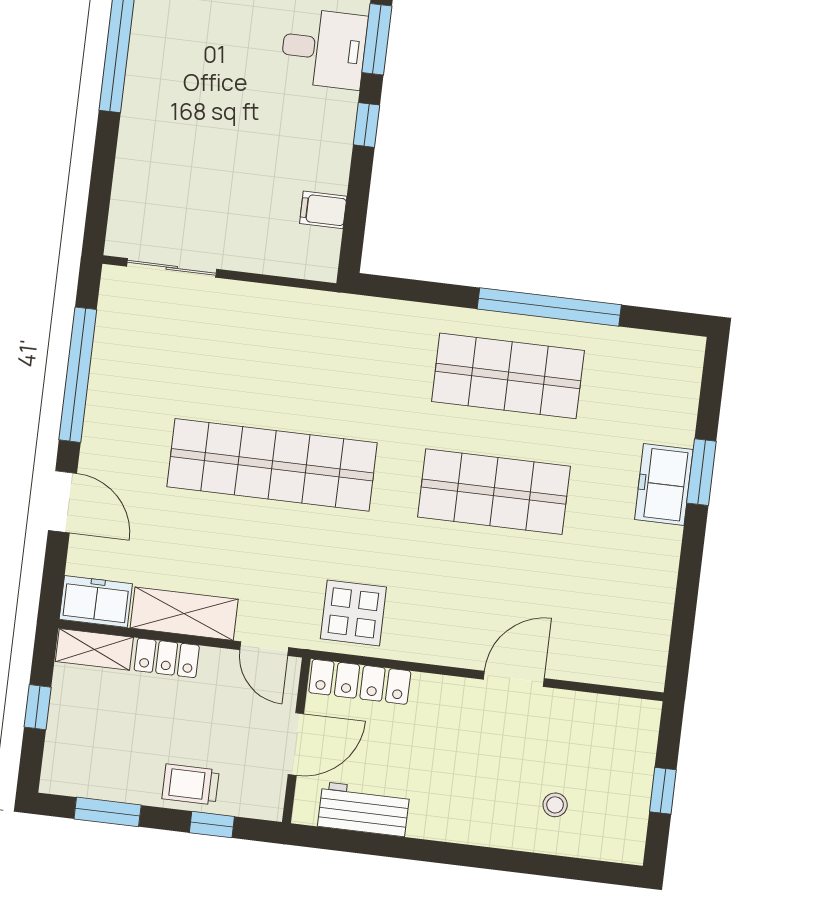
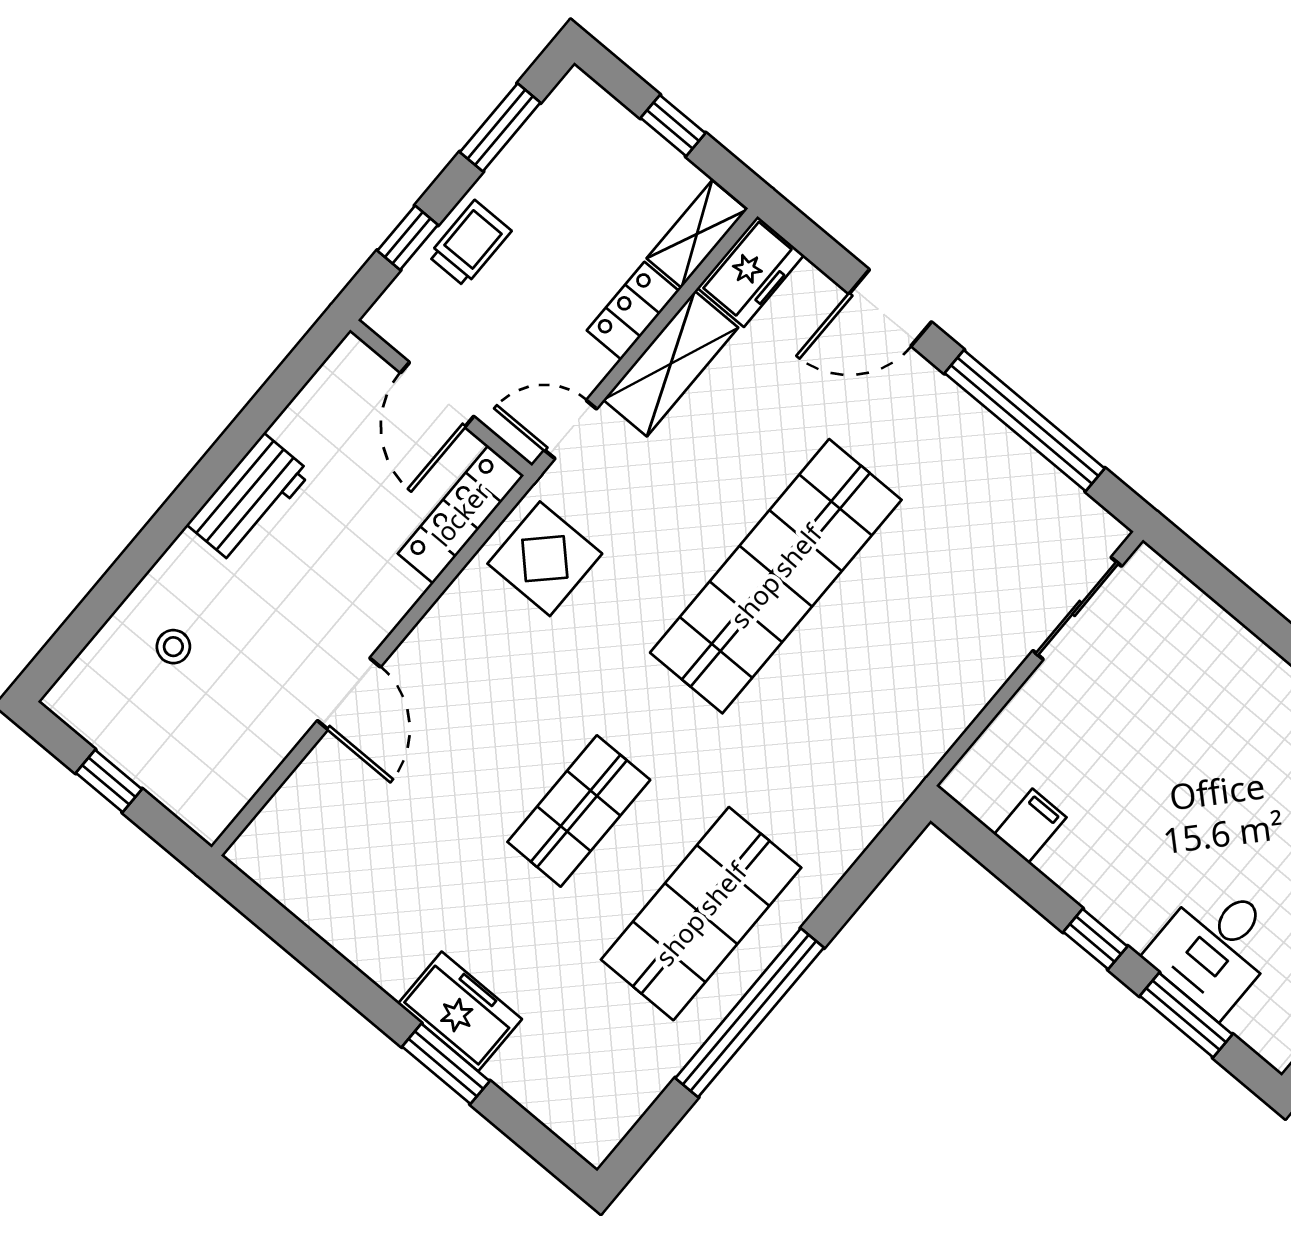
shop shelf: (494, 492) -> (579, 811), width x0.70, depth x0.74
workbench: (364, 809) -> (249, 499), moved

